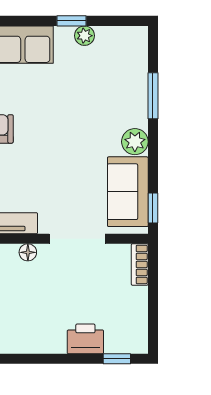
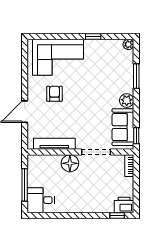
plant: (85, 36) -> (128, 44), moved
floor lamp: (28, 252) -> (70, 163), width x1.89, depth x1.89
printer: (85, 339) -> (124, 205), moved

